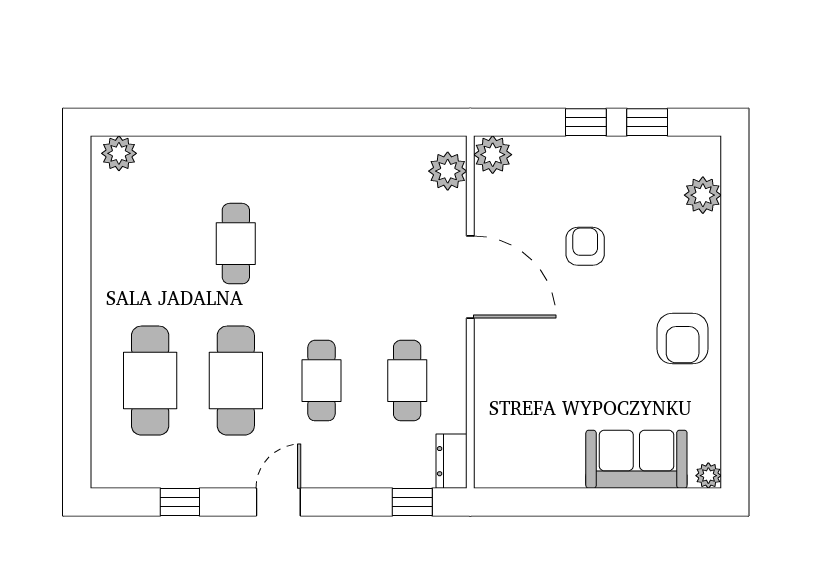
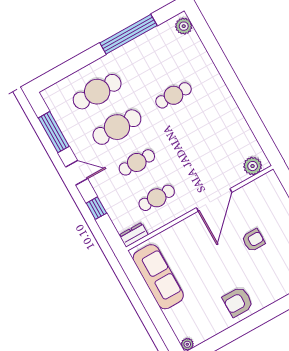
plant: (493, 155) -> (270, 181), removed
window: (77, 264) -> (128, 34), added
sofa: (636, 459) -> (158, 277), moved, width x1.36
window: (180, 502) -> (54, 132), width x2.17
window: (412, 502) -> (96, 208), moved

